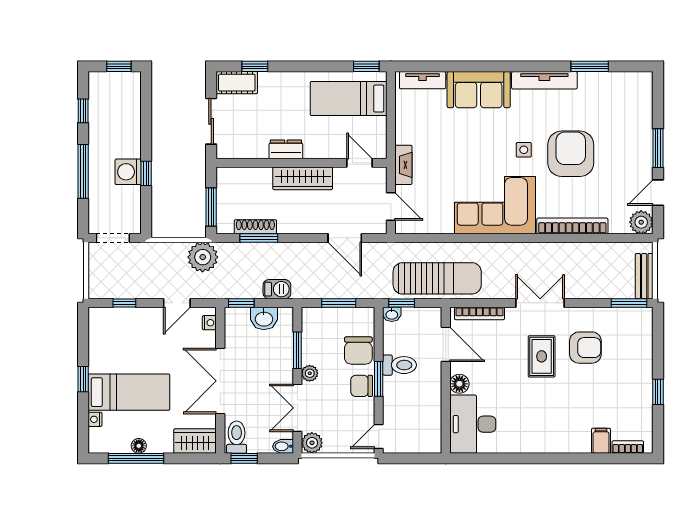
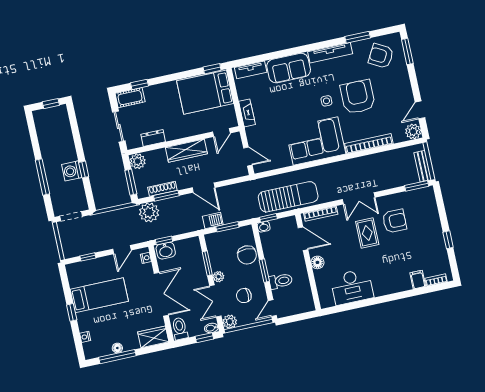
bed: (349, 99) -> (205, 92), width x1.50
armchair: (618, 101) -> (381, 56), added
window: (83, 111) -> (34, 138), removed
window: (658, 148) -> (407, 51), moved
dresser: (286, 149) -> (153, 138), moved
door: (360, 163) -> (221, 133), swing flipped
fireplace: (403, 165) -> (247, 113), moved
plant: (228, 179) -> (138, 161), added
door: (345, 238) -> (204, 188), moved
plant: (203, 257) -> (149, 212), moved
barbecue: (277, 289) -> (213, 221), moved
double door: (540, 303) -> (359, 198), swing flipped
washbasin: (264, 318) -> (166, 251), moved
toilet: (400, 365) -> (281, 281), moved
double door: (220, 381) -> (161, 294), swing flipped
chair: (362, 386) -> (244, 296), moved
bed: (129, 392) -> (99, 295), moved
desk: (473, 424) -> (352, 287), moved, turned -90
window: (244, 458) -> (204, 338), moved

